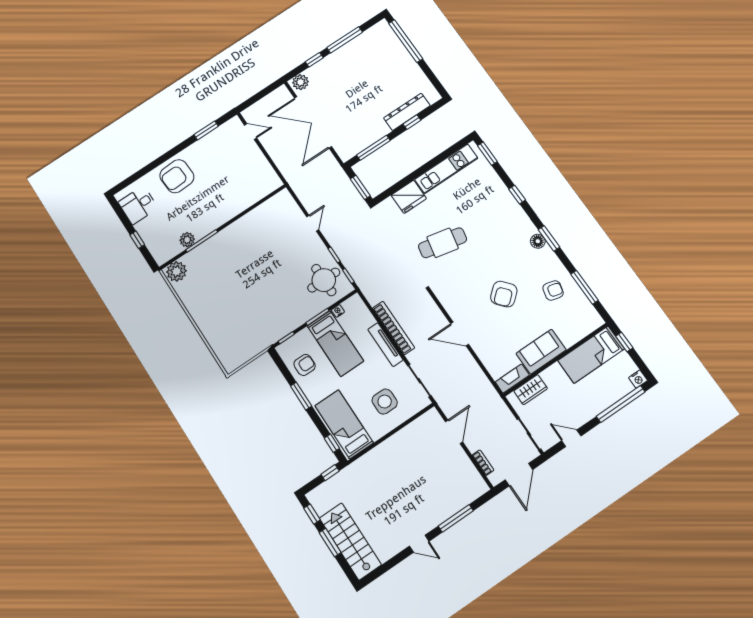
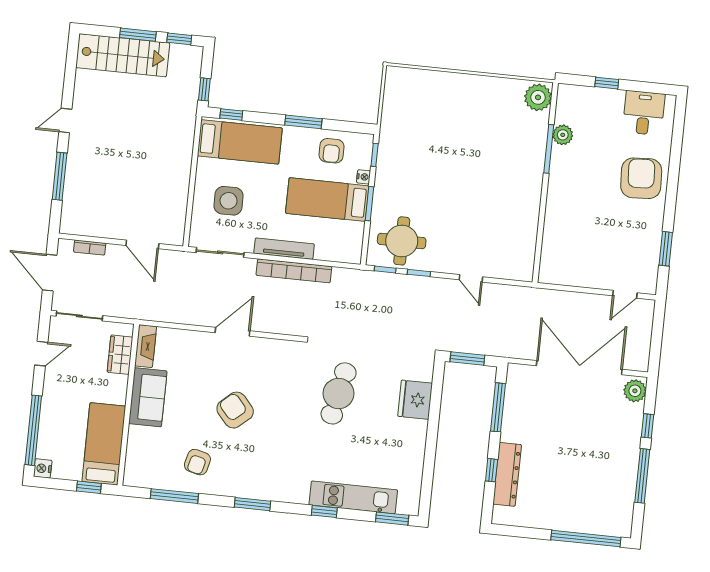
kitchen unit: (446, 169) -> (353, 497), moved, turned 90
floor lamp: (538, 241) -> (259, 490), removed
nightstand: (338, 311) -> (364, 177), moved

